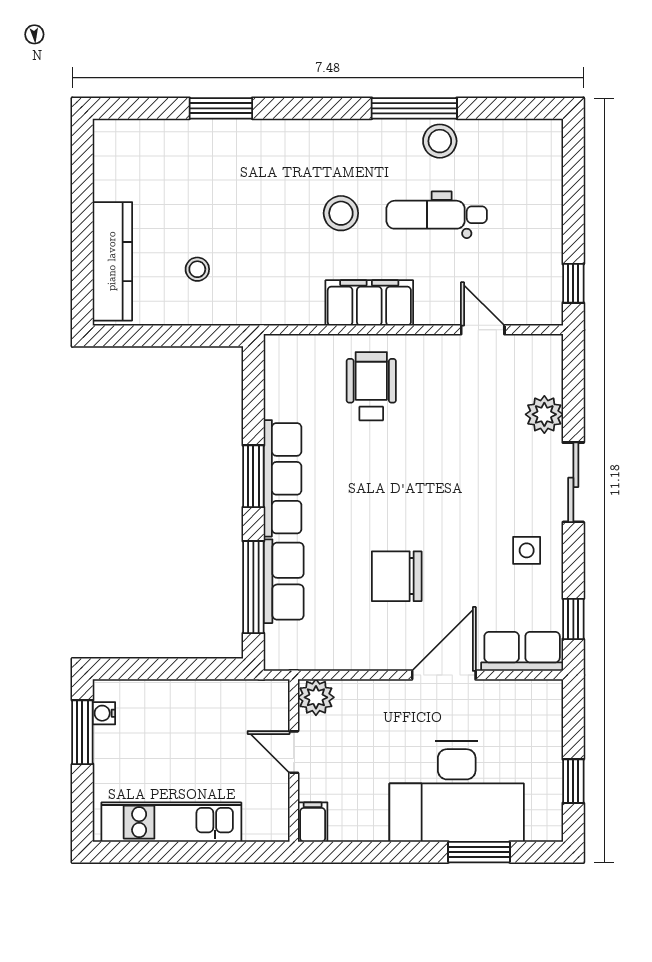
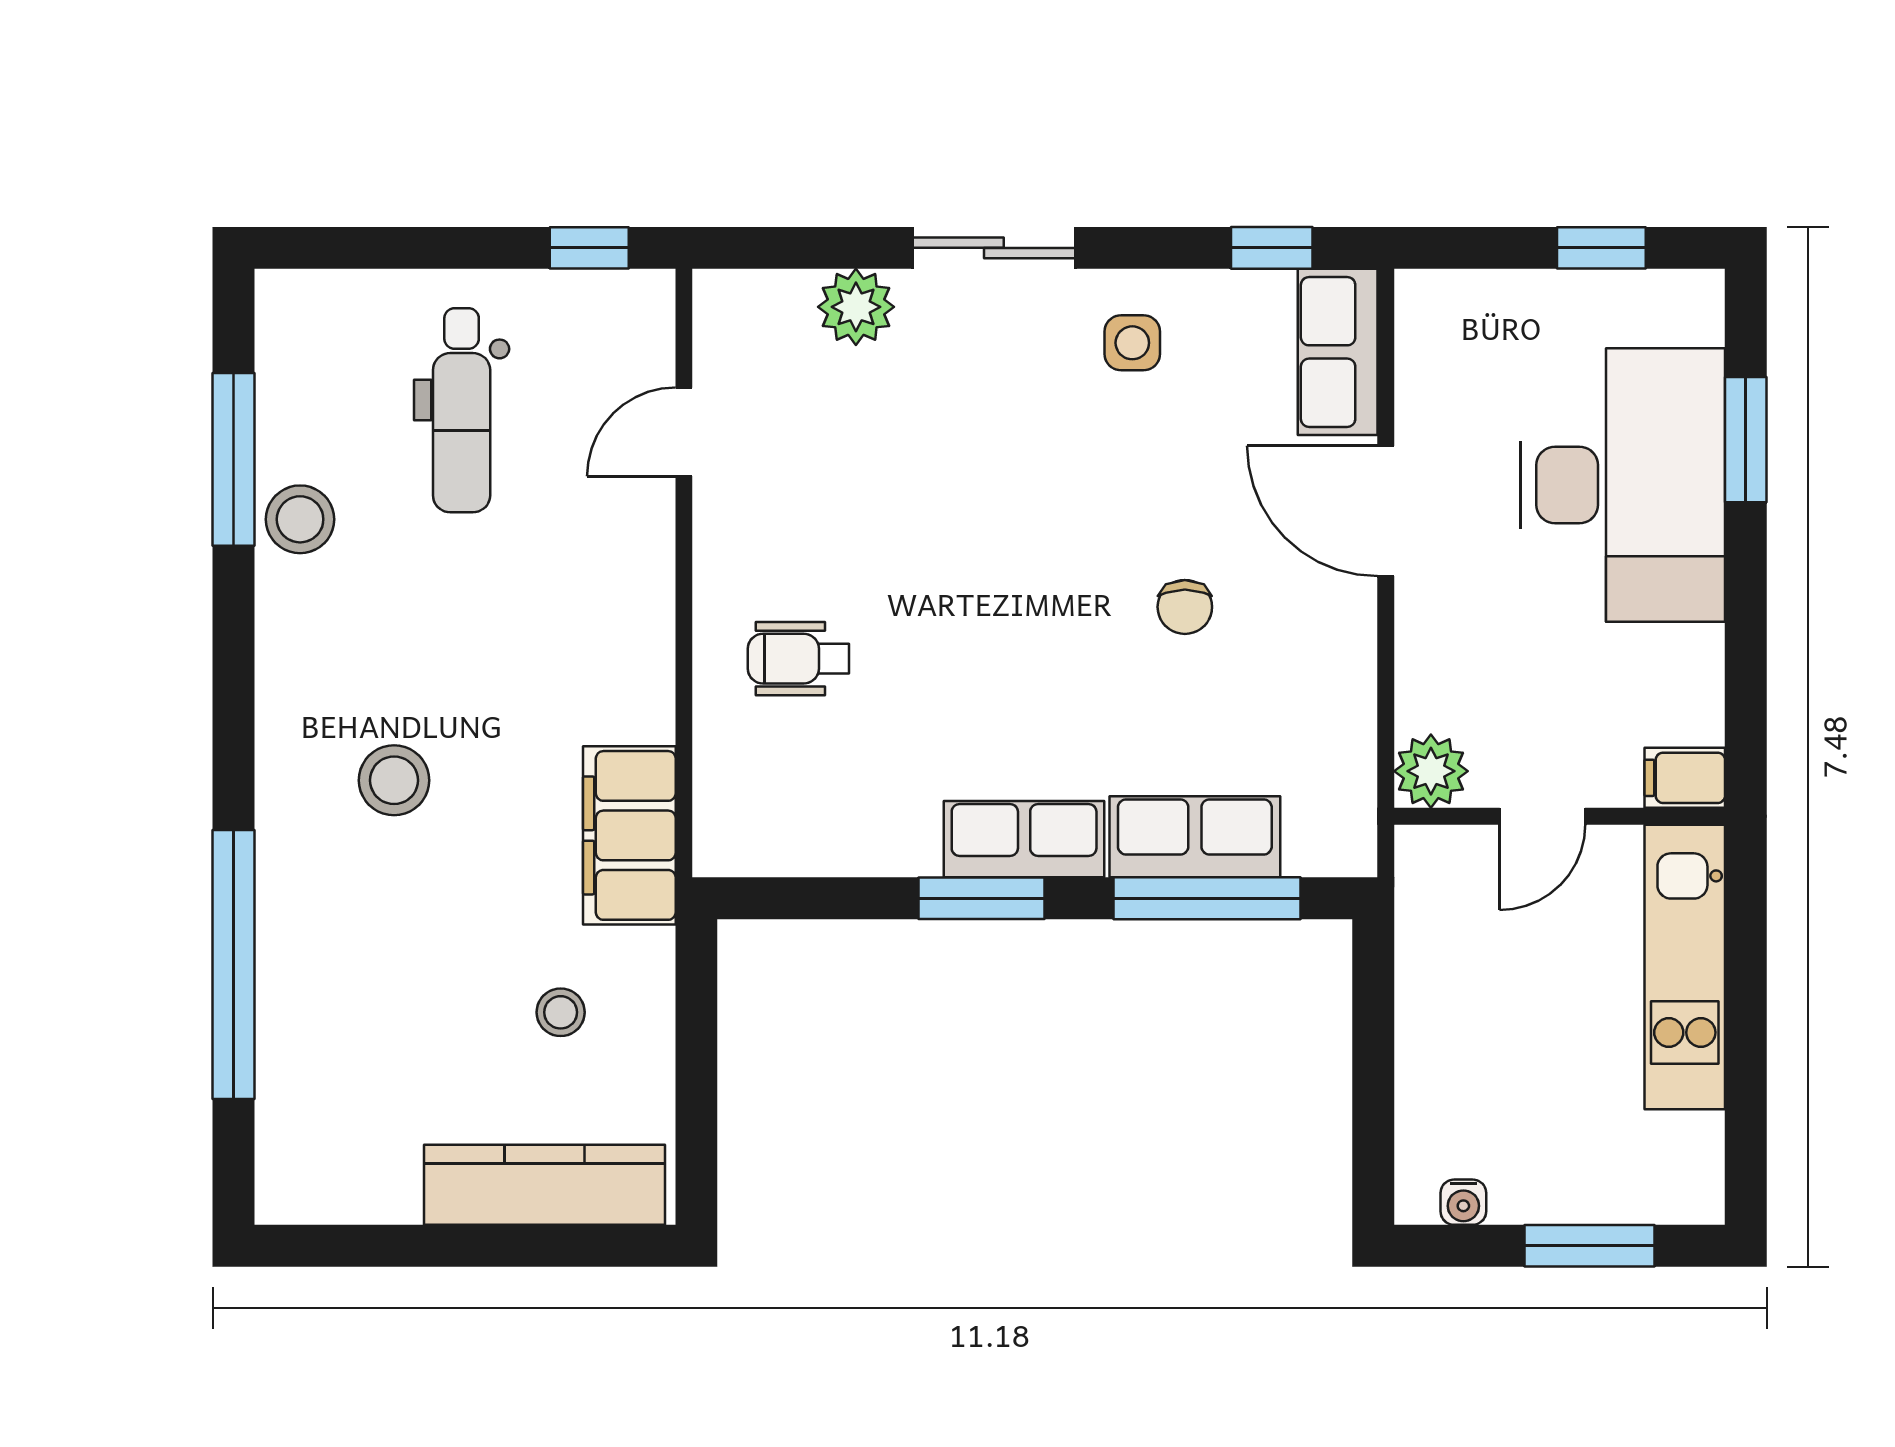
window: (221, 108) -> (234, 964), width x2.11
window: (414, 108) -> (234, 459), moved
stool: (341, 213) -> (394, 780), moved
dental chair: (437, 215) -> (462, 410), moved
filing cabinet: (369, 303) -> (629, 835), moved
wheelchair: (371, 386) -> (799, 659), width x0.73, depth x0.73
row of seats: (282, 478) -> (1024, 839), width x0.68
chair: (397, 576) -> (1185, 607), width x0.54, depth x0.54
window: (82, 732) -> (1589, 1246), moved
kitchen unit: (171, 822) -> (1685, 967), moved

